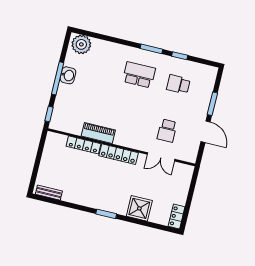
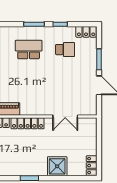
locker: (206, 71) -> (86, 32), added
school desk: (178, 84) -> (65, 50), turned 180
school desk: (167, 131) -> (65, 92), removed

